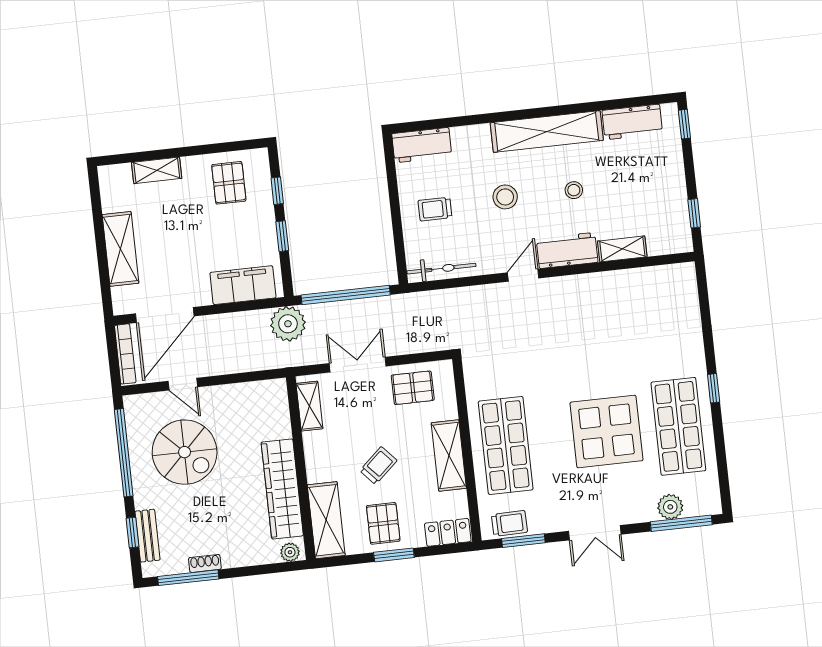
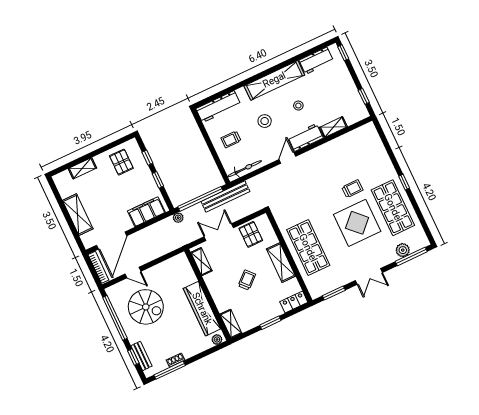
workbench: (422, 145) -> (218, 107), width x1.38
bench: (391, 306) -> (225, 196), added
plant: (288, 324) -> (178, 218), width x0.53, depth x0.53
pallet: (413, 388) -> (251, 234), turned 90
shelving: (326, 520) -> (231, 324), width x0.67, depth x0.75
pallet: (383, 523) -> (259, 309), removed
trolley: (509, 523) -> (352, 189), moved

